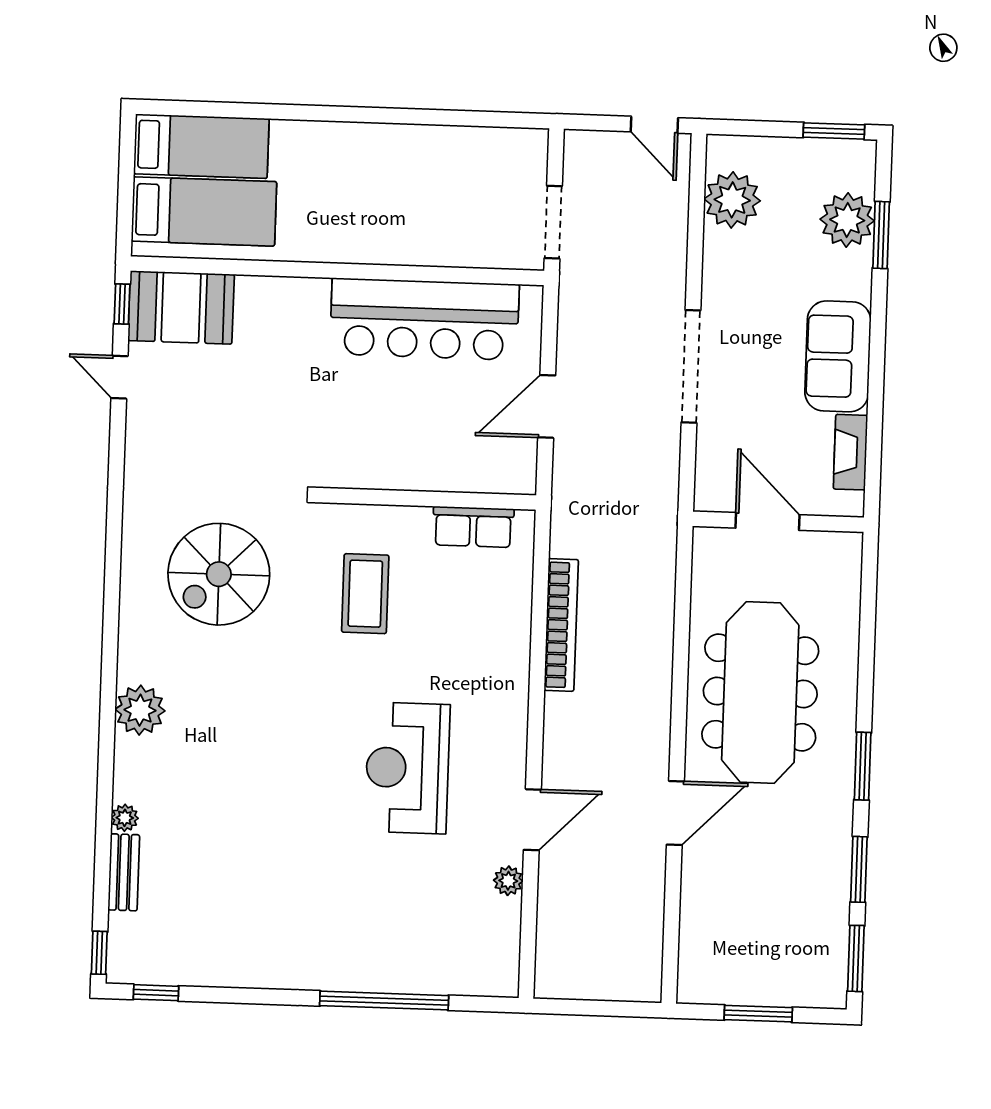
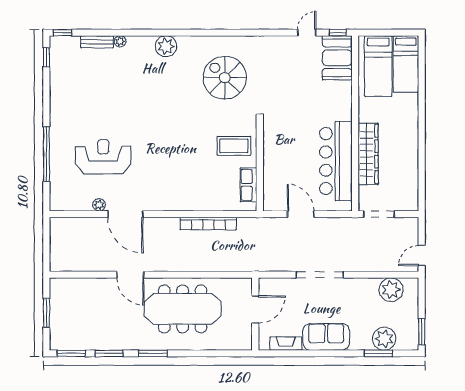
wardrobe: (410, 243) -> (368, 154), added
coffee table: (365, 594) -> (234, 146), moved
reception desk: (407, 768) -> (103, 157), moved
door: (532, 820) -> (125, 214), width x1.36

